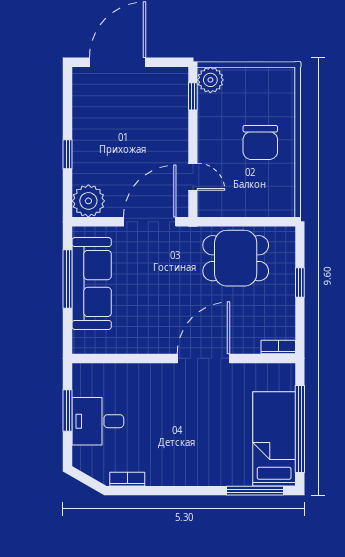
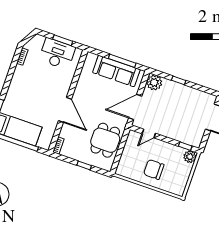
door: (150, 222) -> (135, 107), swing flipped
desk: (98, 421) -> (57, 54), width x1.37

